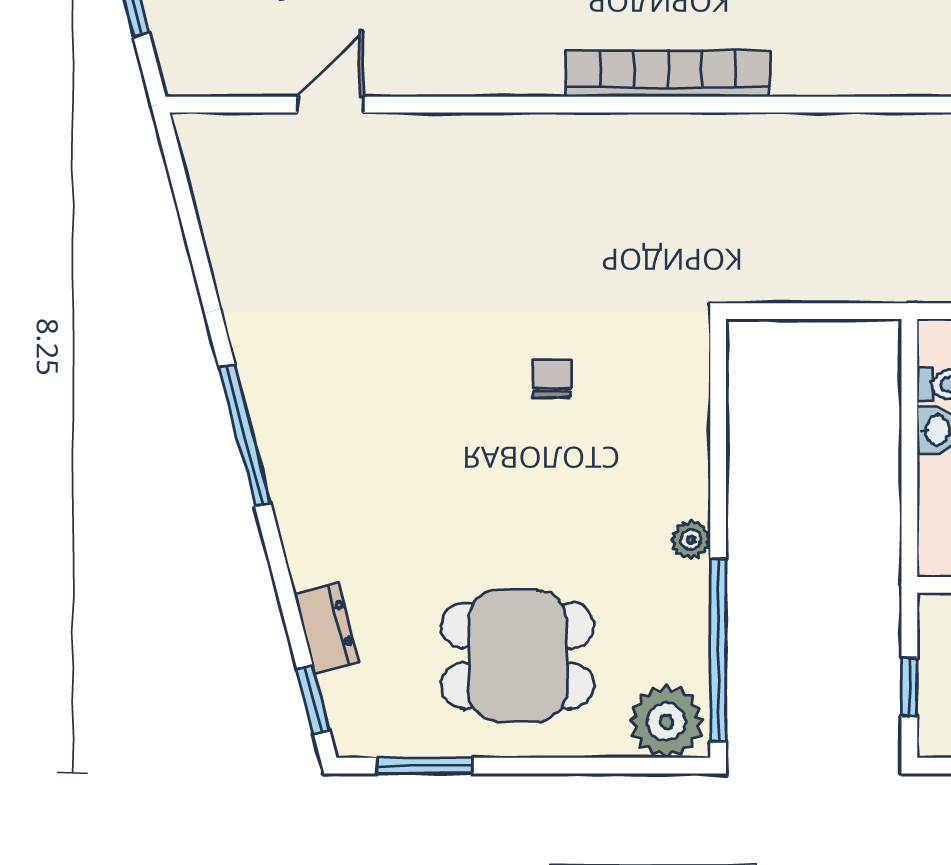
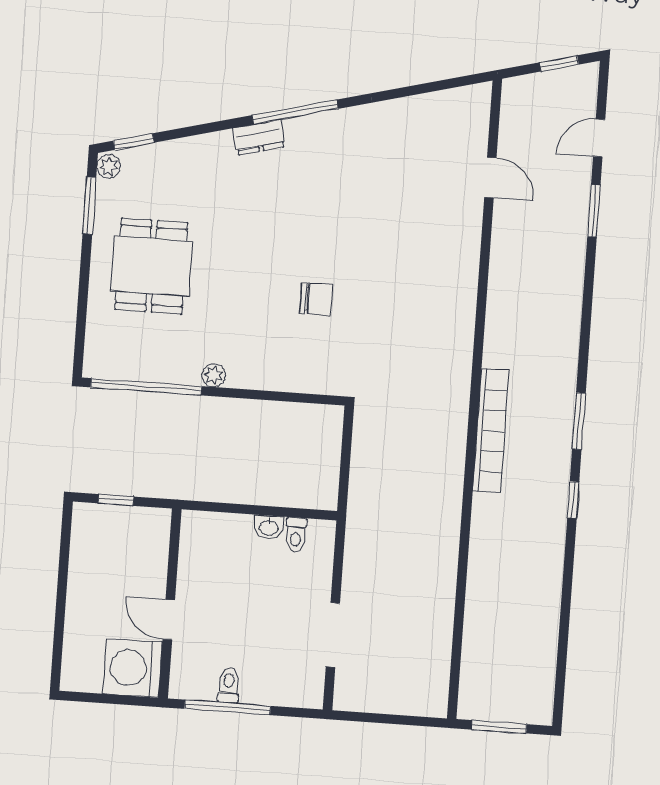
bookcase: (668, 74) -> (491, 431), moved
chair: (552, 379) -> (316, 299), width x1.37, depth x1.37
dresser: (326, 628) -> (259, 137), moved
plant: (666, 721) -> (109, 166), moved, width x0.53, depth x0.53

